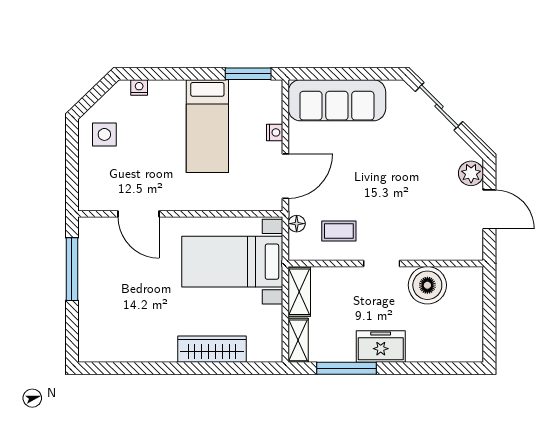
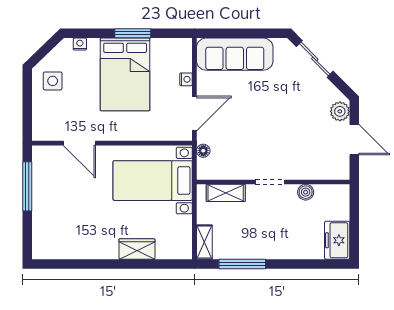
window: (248, 74) -> (133, 33), moved
bed: (207, 126) -> (125, 74), width x1.50
coffee table: (339, 231) -> (236, 157), removed
boiler: (427, 285) -> (306, 192), width x0.54, depth x0.54
shelving: (299, 292) -> (226, 193), moved, turned 90
freezer: (381, 346) -> (337, 240), moved, turned -90
wardrobe: (212, 349) -> (137, 249), width x0.67

